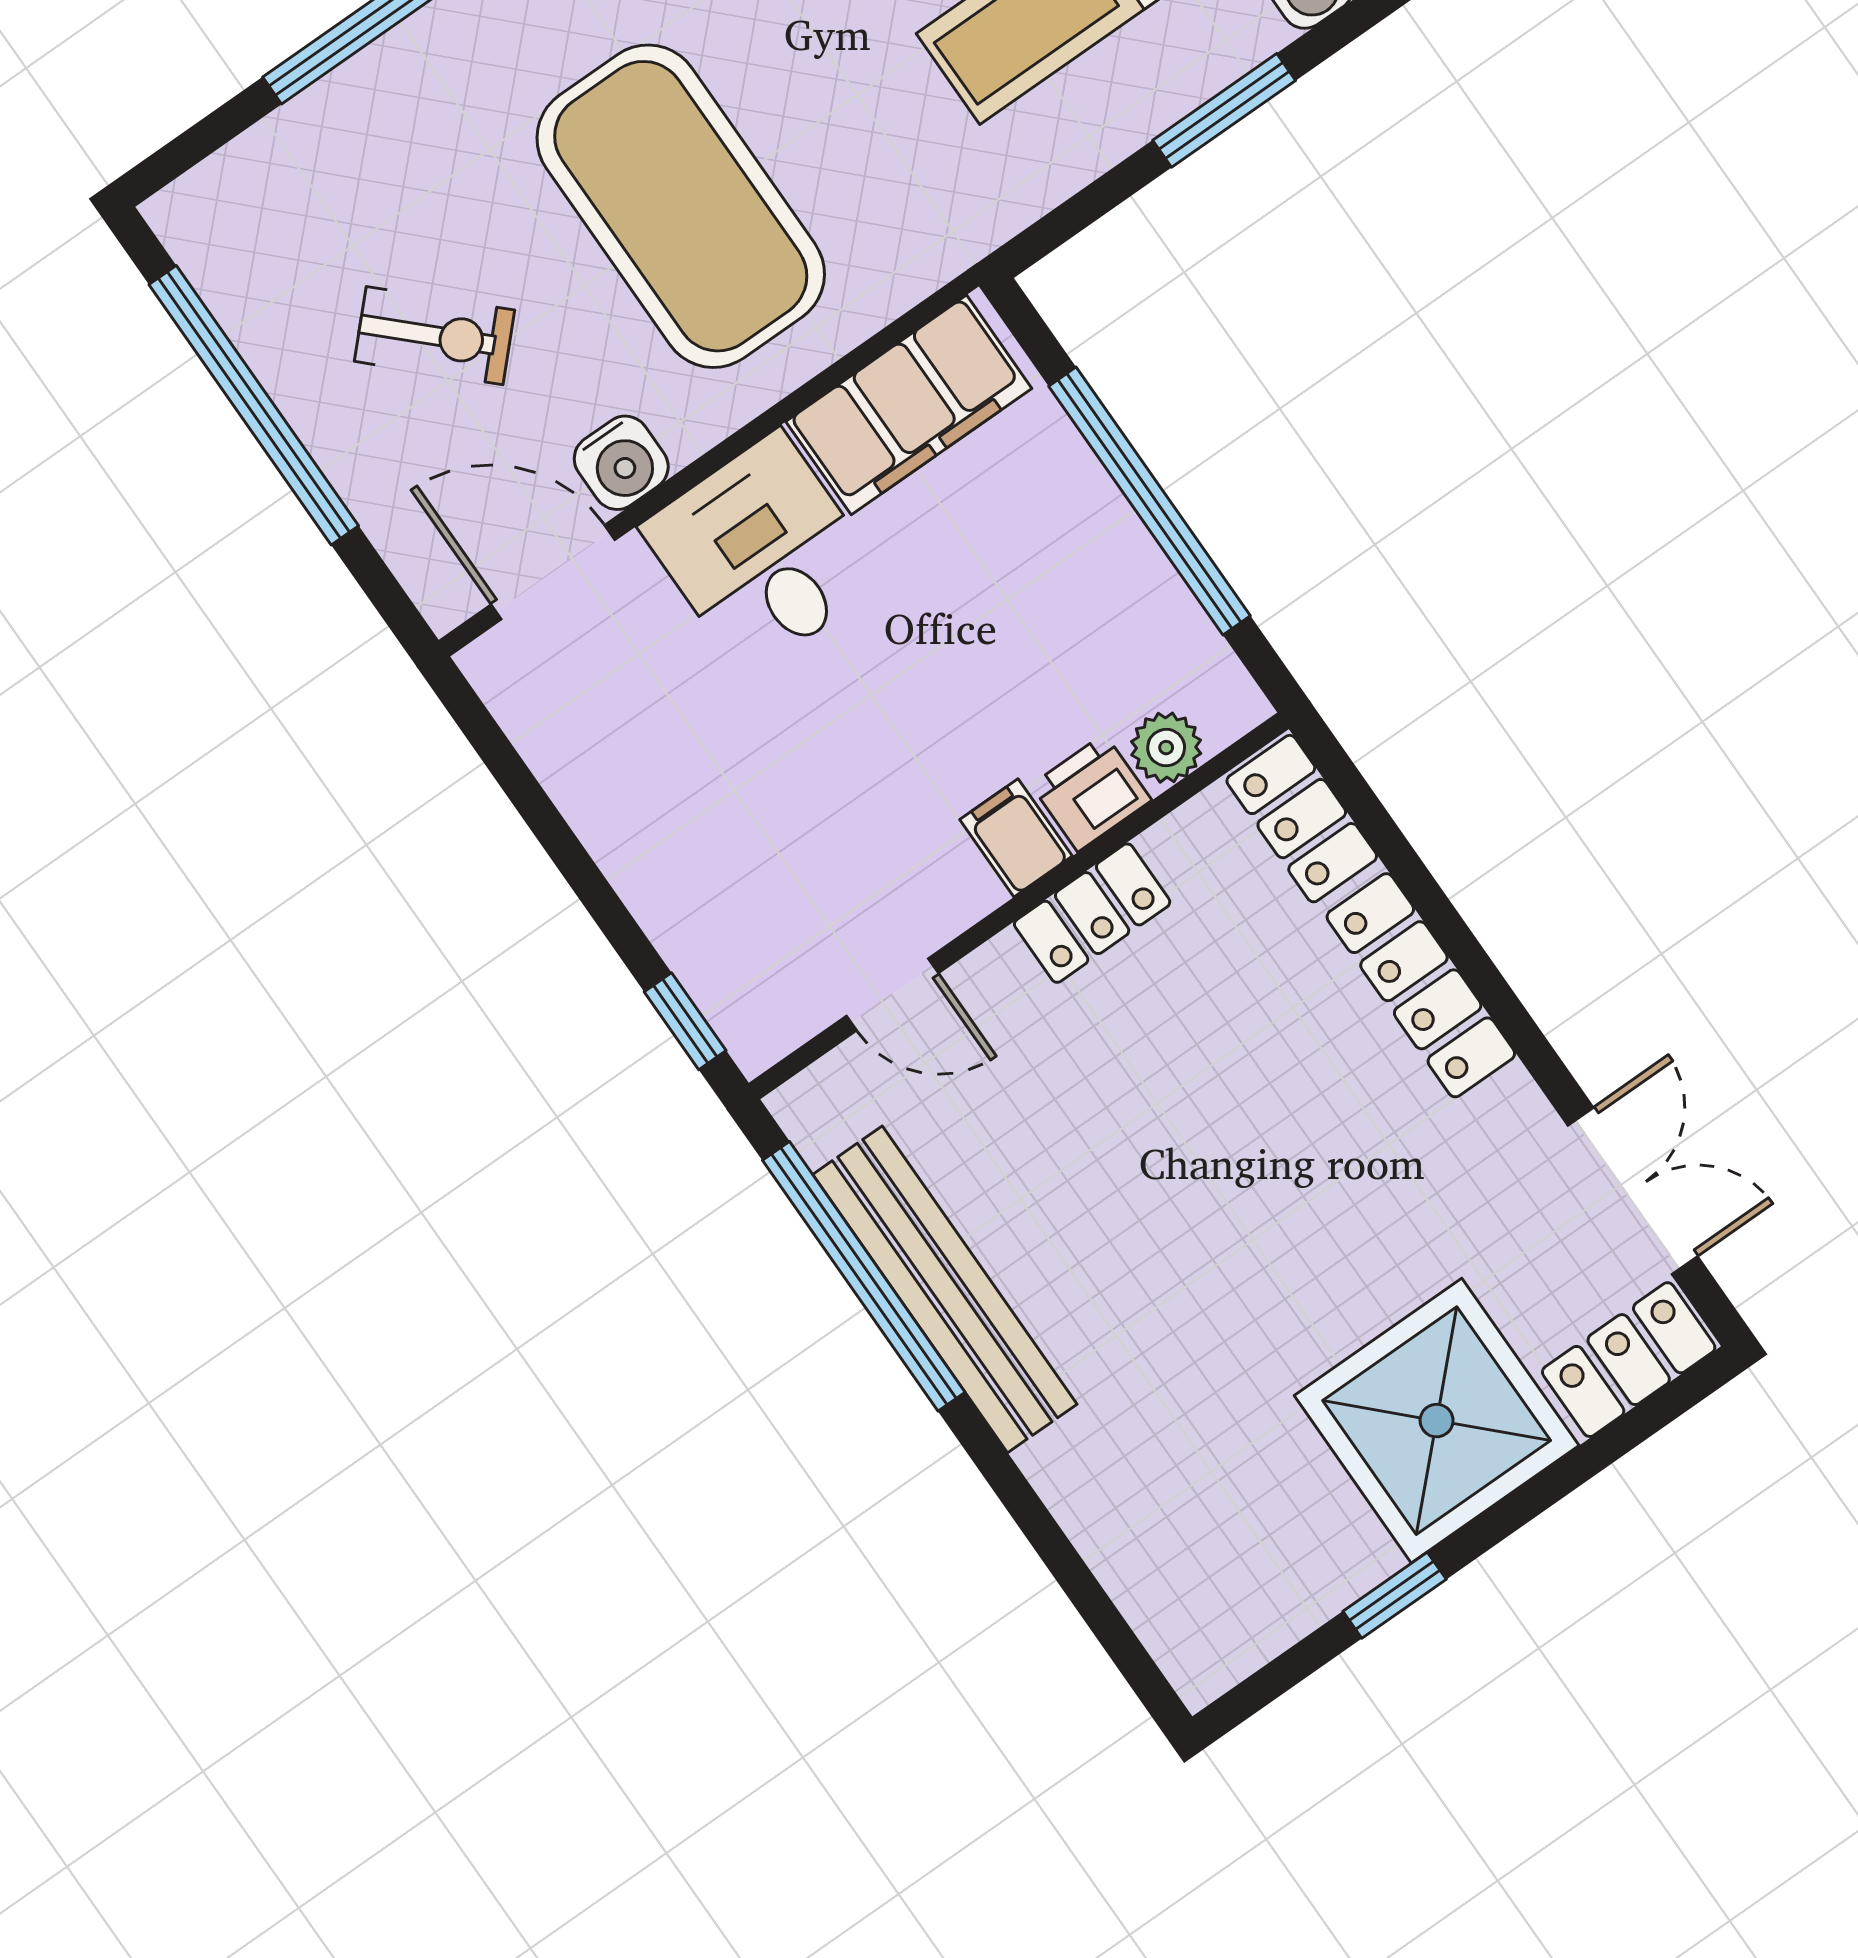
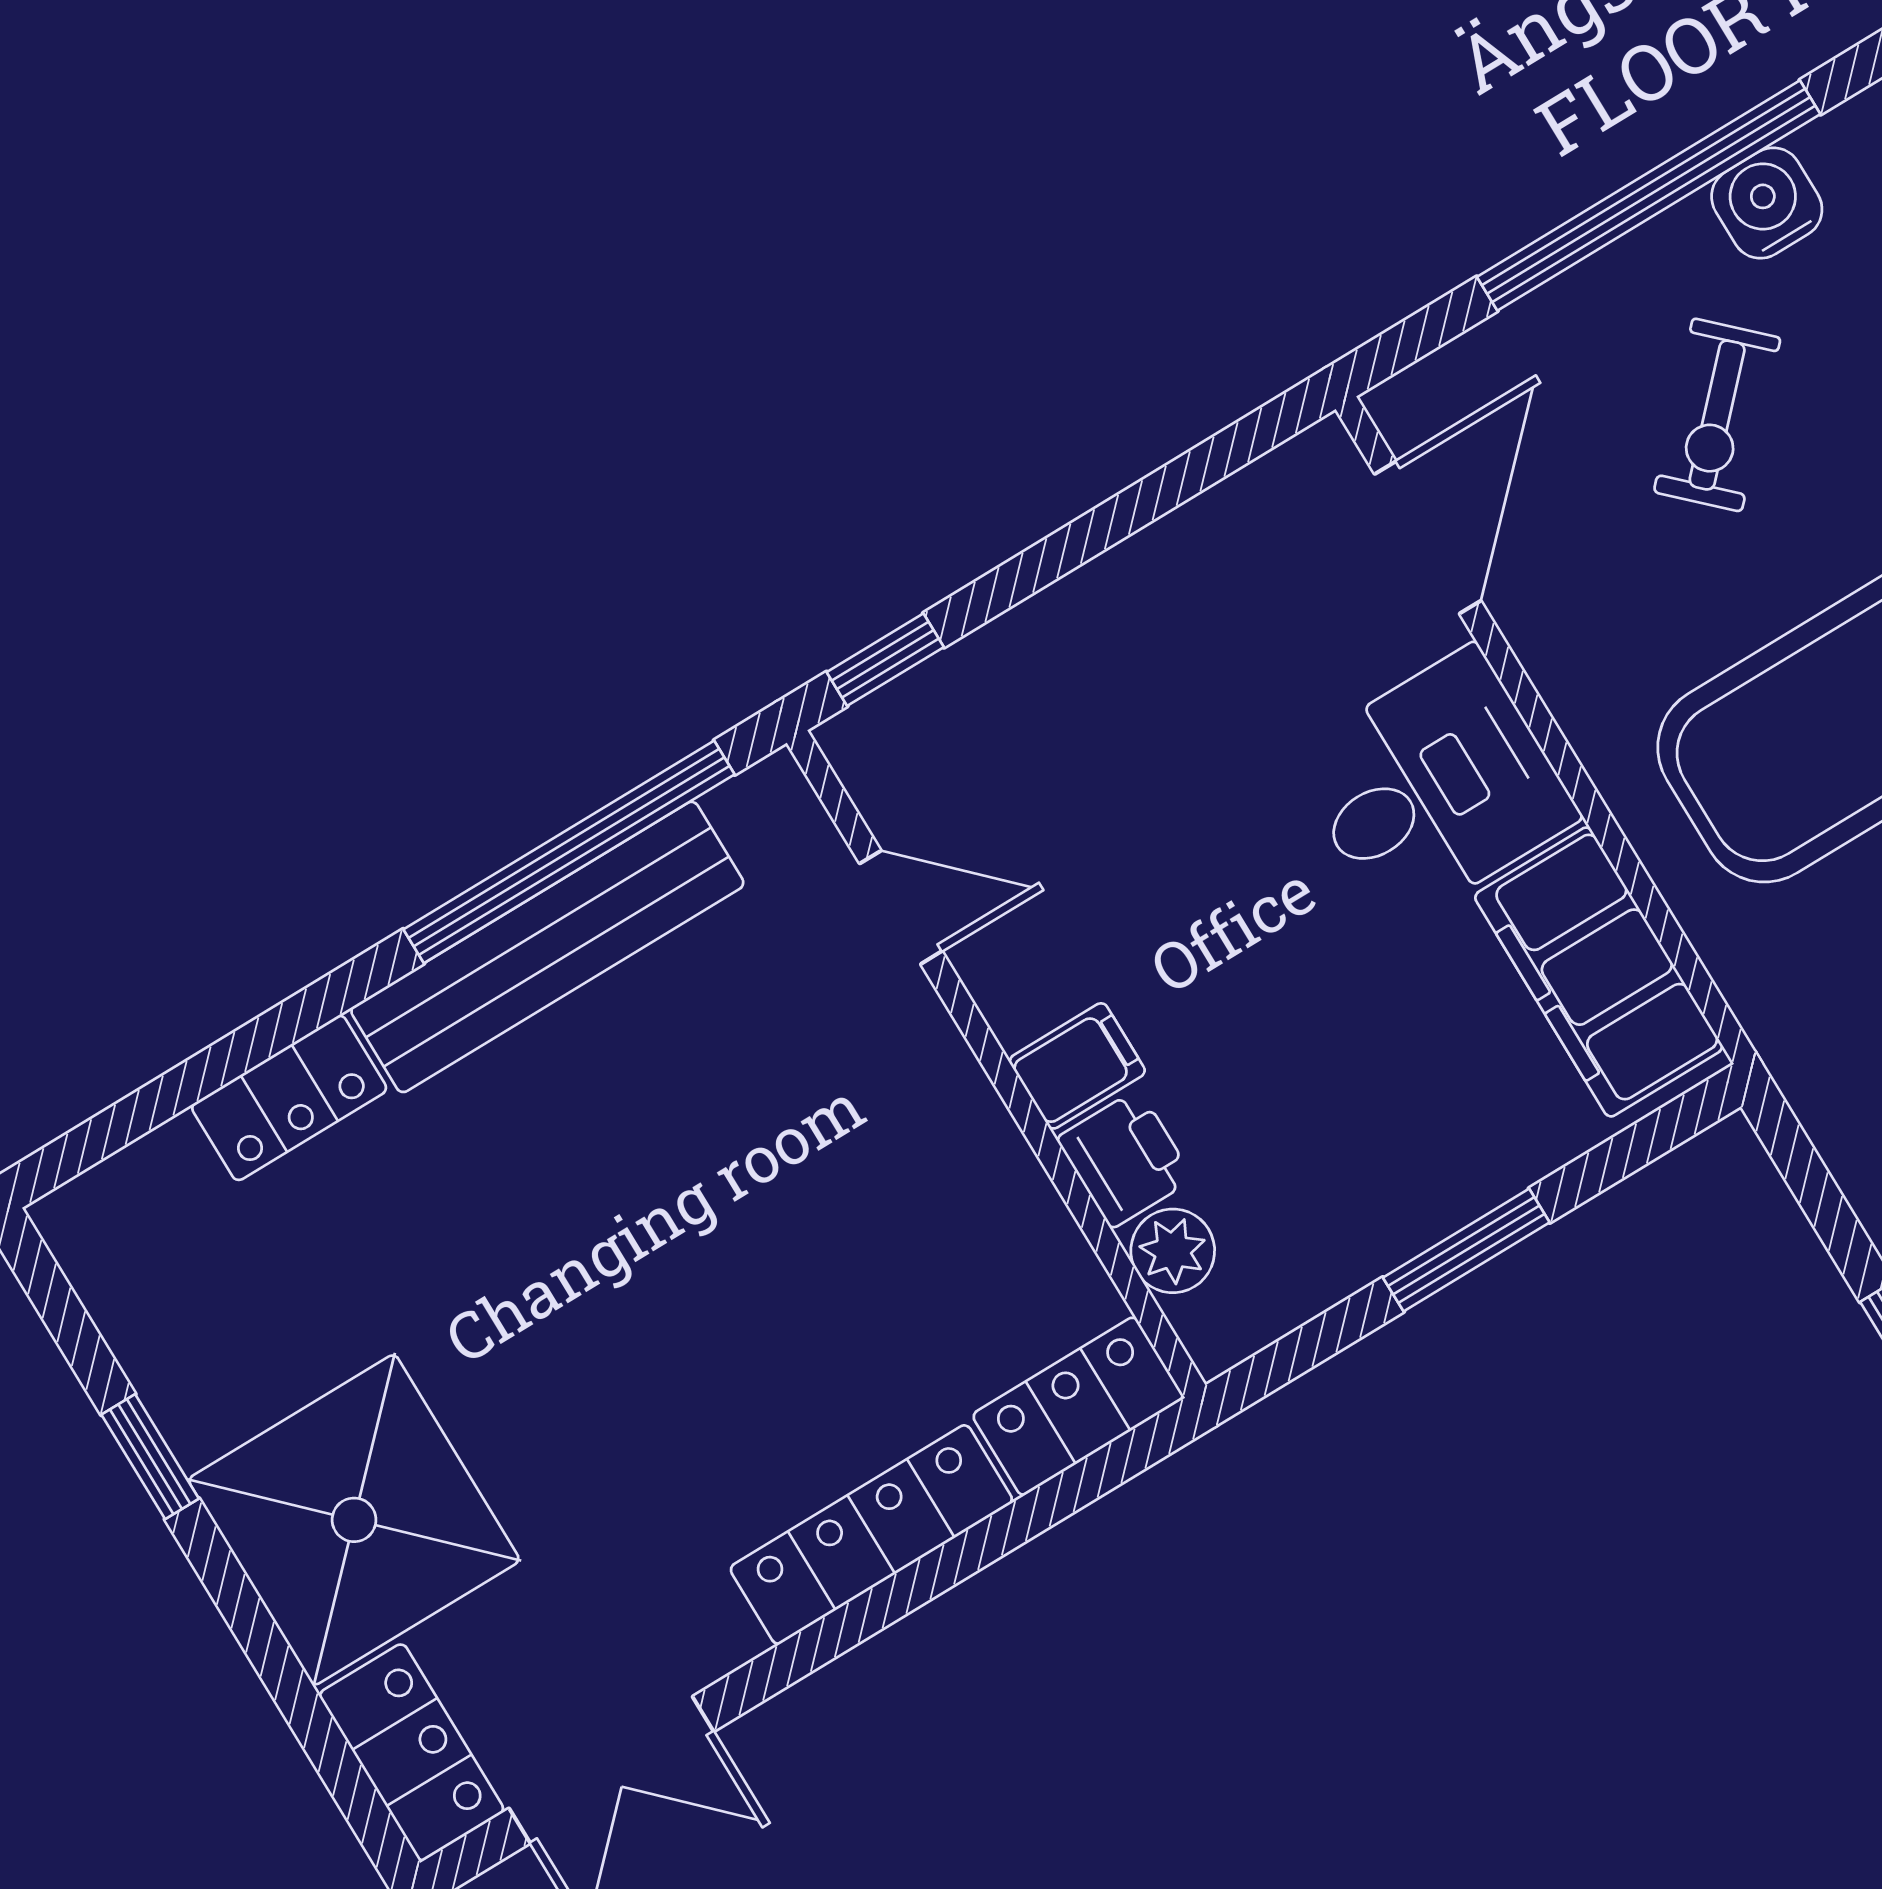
water cooler: (621, 463) -> (1767, 203), moved, turned 90
window: (1149, 501) -> (1466, 1250), width x0.47
locker: (1092, 913) -> (289, 1098), moved, turned -90
door: (892, 994) -> (901, 907), swing flipped

